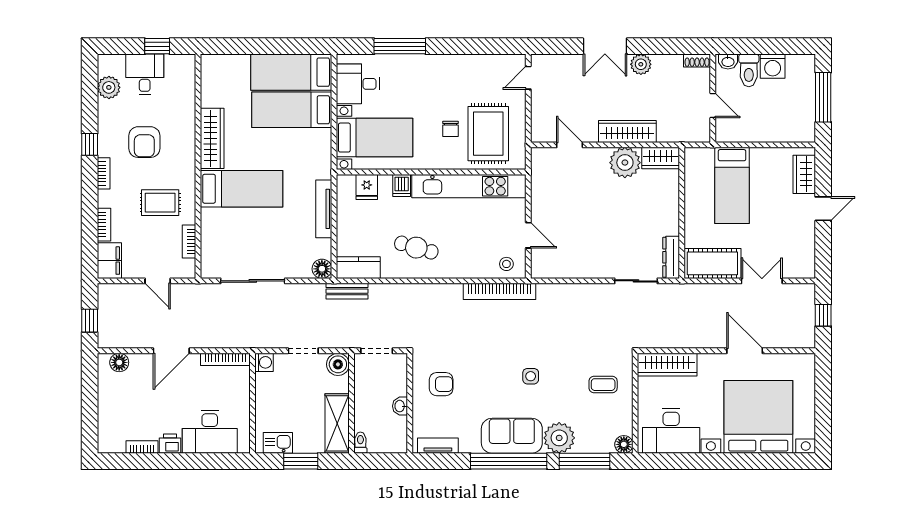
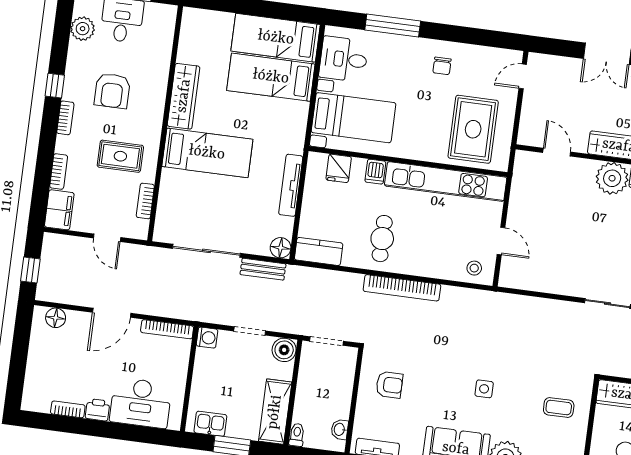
chair: (450, 129) -> (442, 66), moved
cafe table: (416, 248) -> (382, 239), turned 74
bench: (347, 291) -> (263, 269), moved
bookcase: (500, 291) -> (402, 288), moved
washbasin: (400, 406) -> (340, 429), moved

